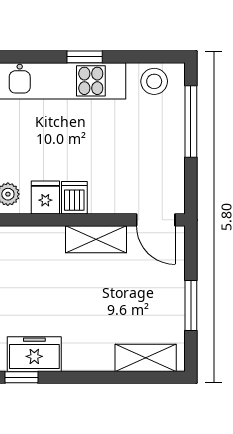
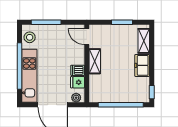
window: (85, 57) -> (20, 66), width x3.17
door: (156, 220) -> (87, 37), swing flipped
freezer: (34, 354) -> (142, 65), moved

